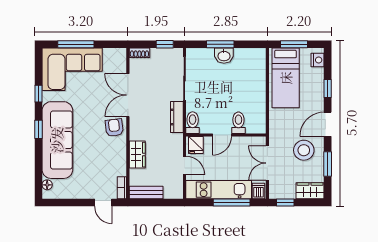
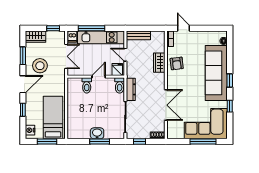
armchair: (114, 128) -> (177, 63), moved
bench: (146, 192) -> (138, 35), moved

